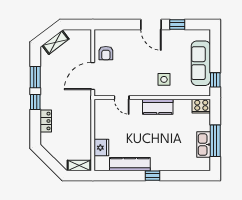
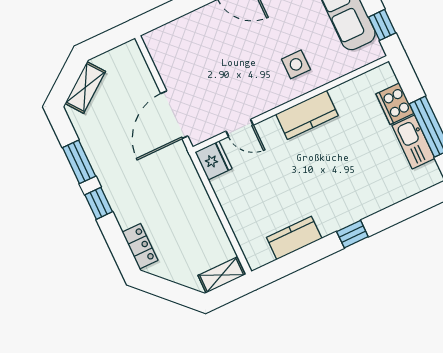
armchair: (106, 53) -> (178, 66), removed
cooker: (201, 106) -> (395, 104), moved, turned 90
locker: (46, 121) -> (140, 246), moved
fridge: (101, 148) -> (213, 160), moved
kitchen counter: (130, 164) -> (294, 238), width x0.67

